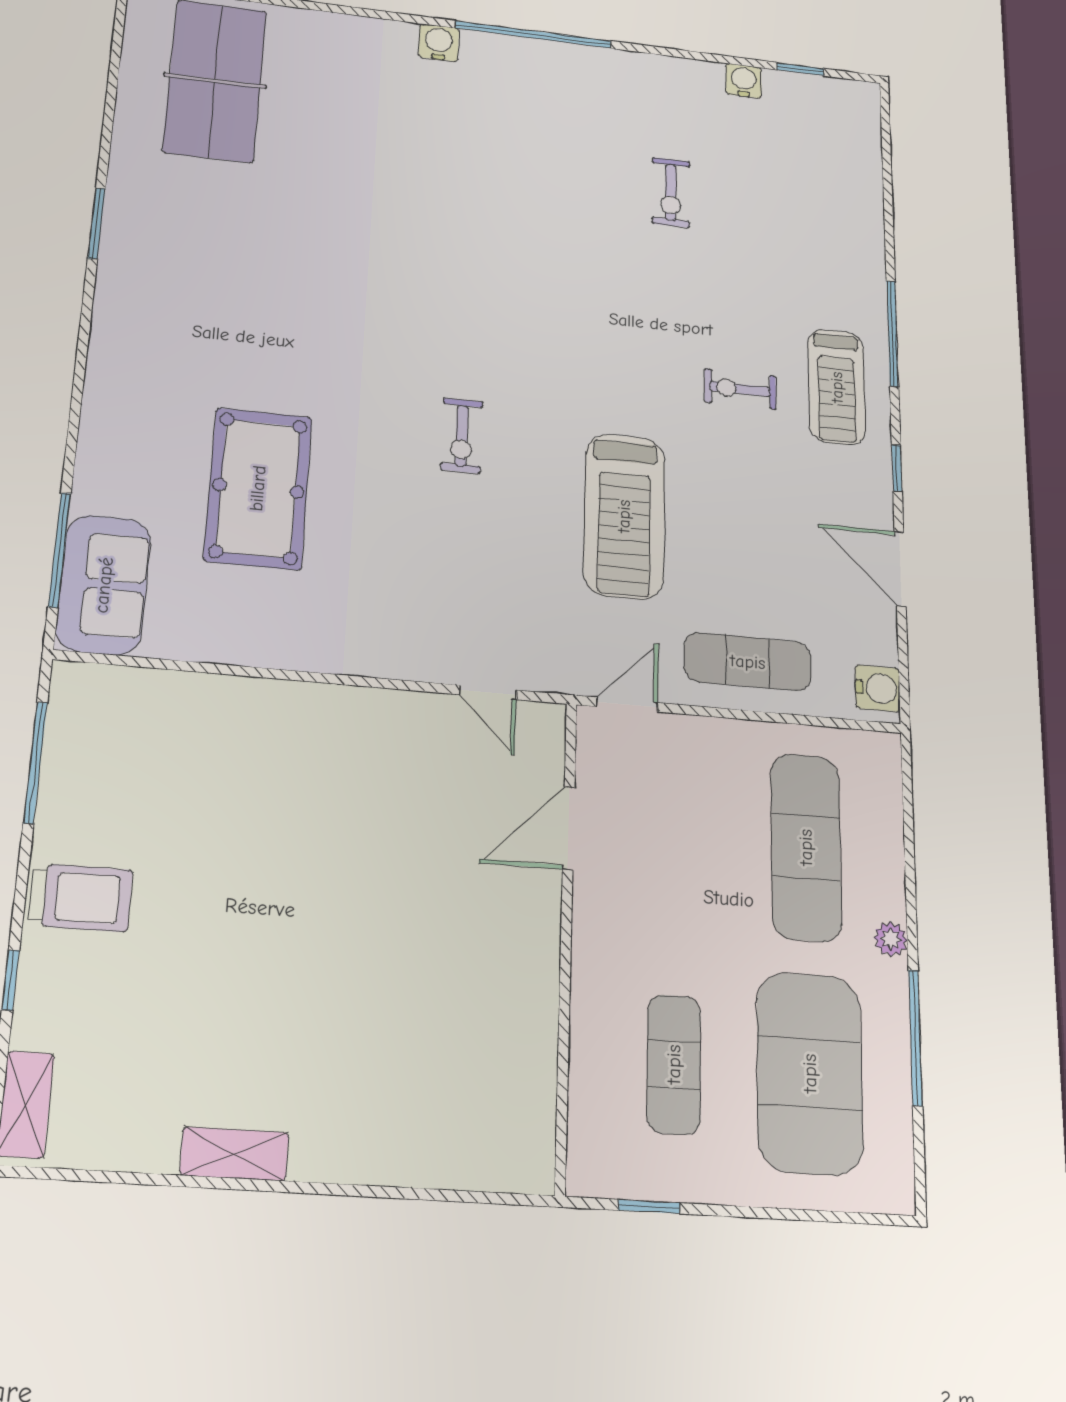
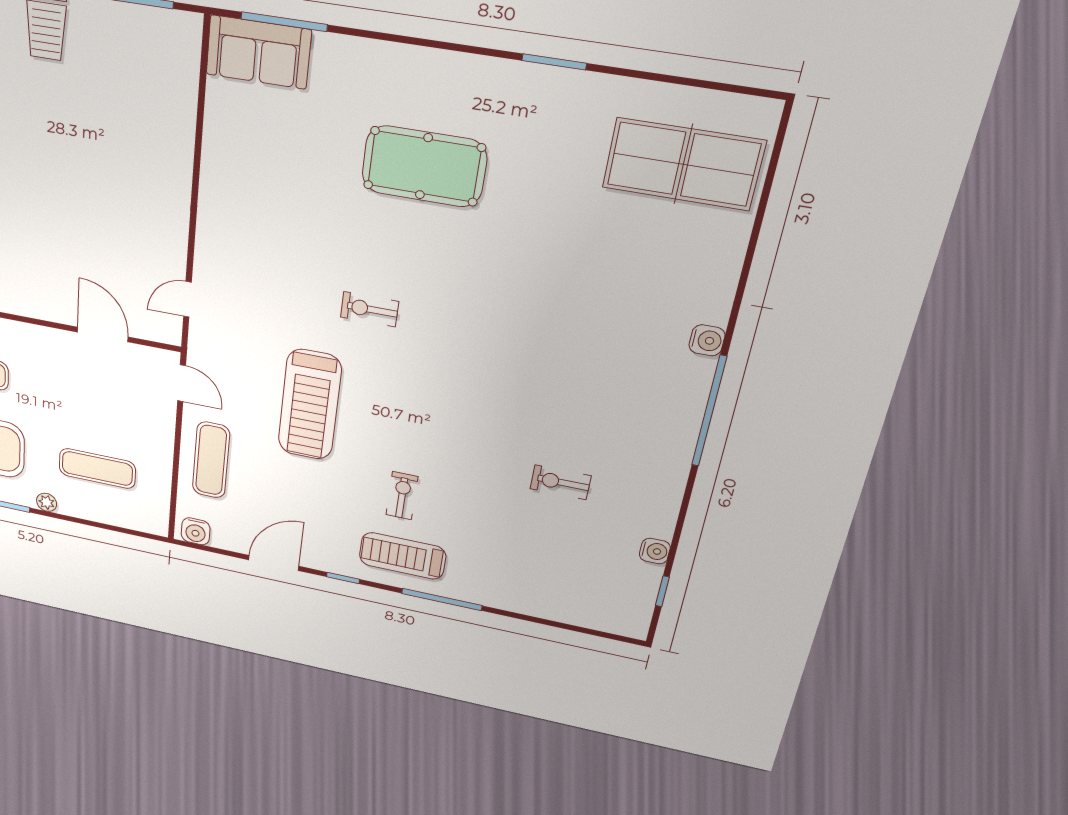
pool table: (258, 488) -> (424, 166), moved
treadmill: (624, 516) -> (310, 405), turned -90
exercise mat: (806, 847) -> (97, 468), width x0.73, depth x0.69

